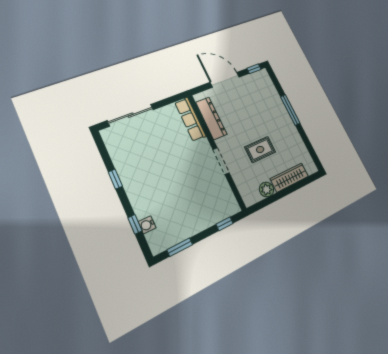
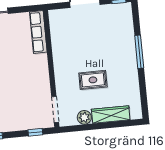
dresser: (211, 118) -> (58, 37), removed
doorway: (221, 161) -> (55, 109), moved

